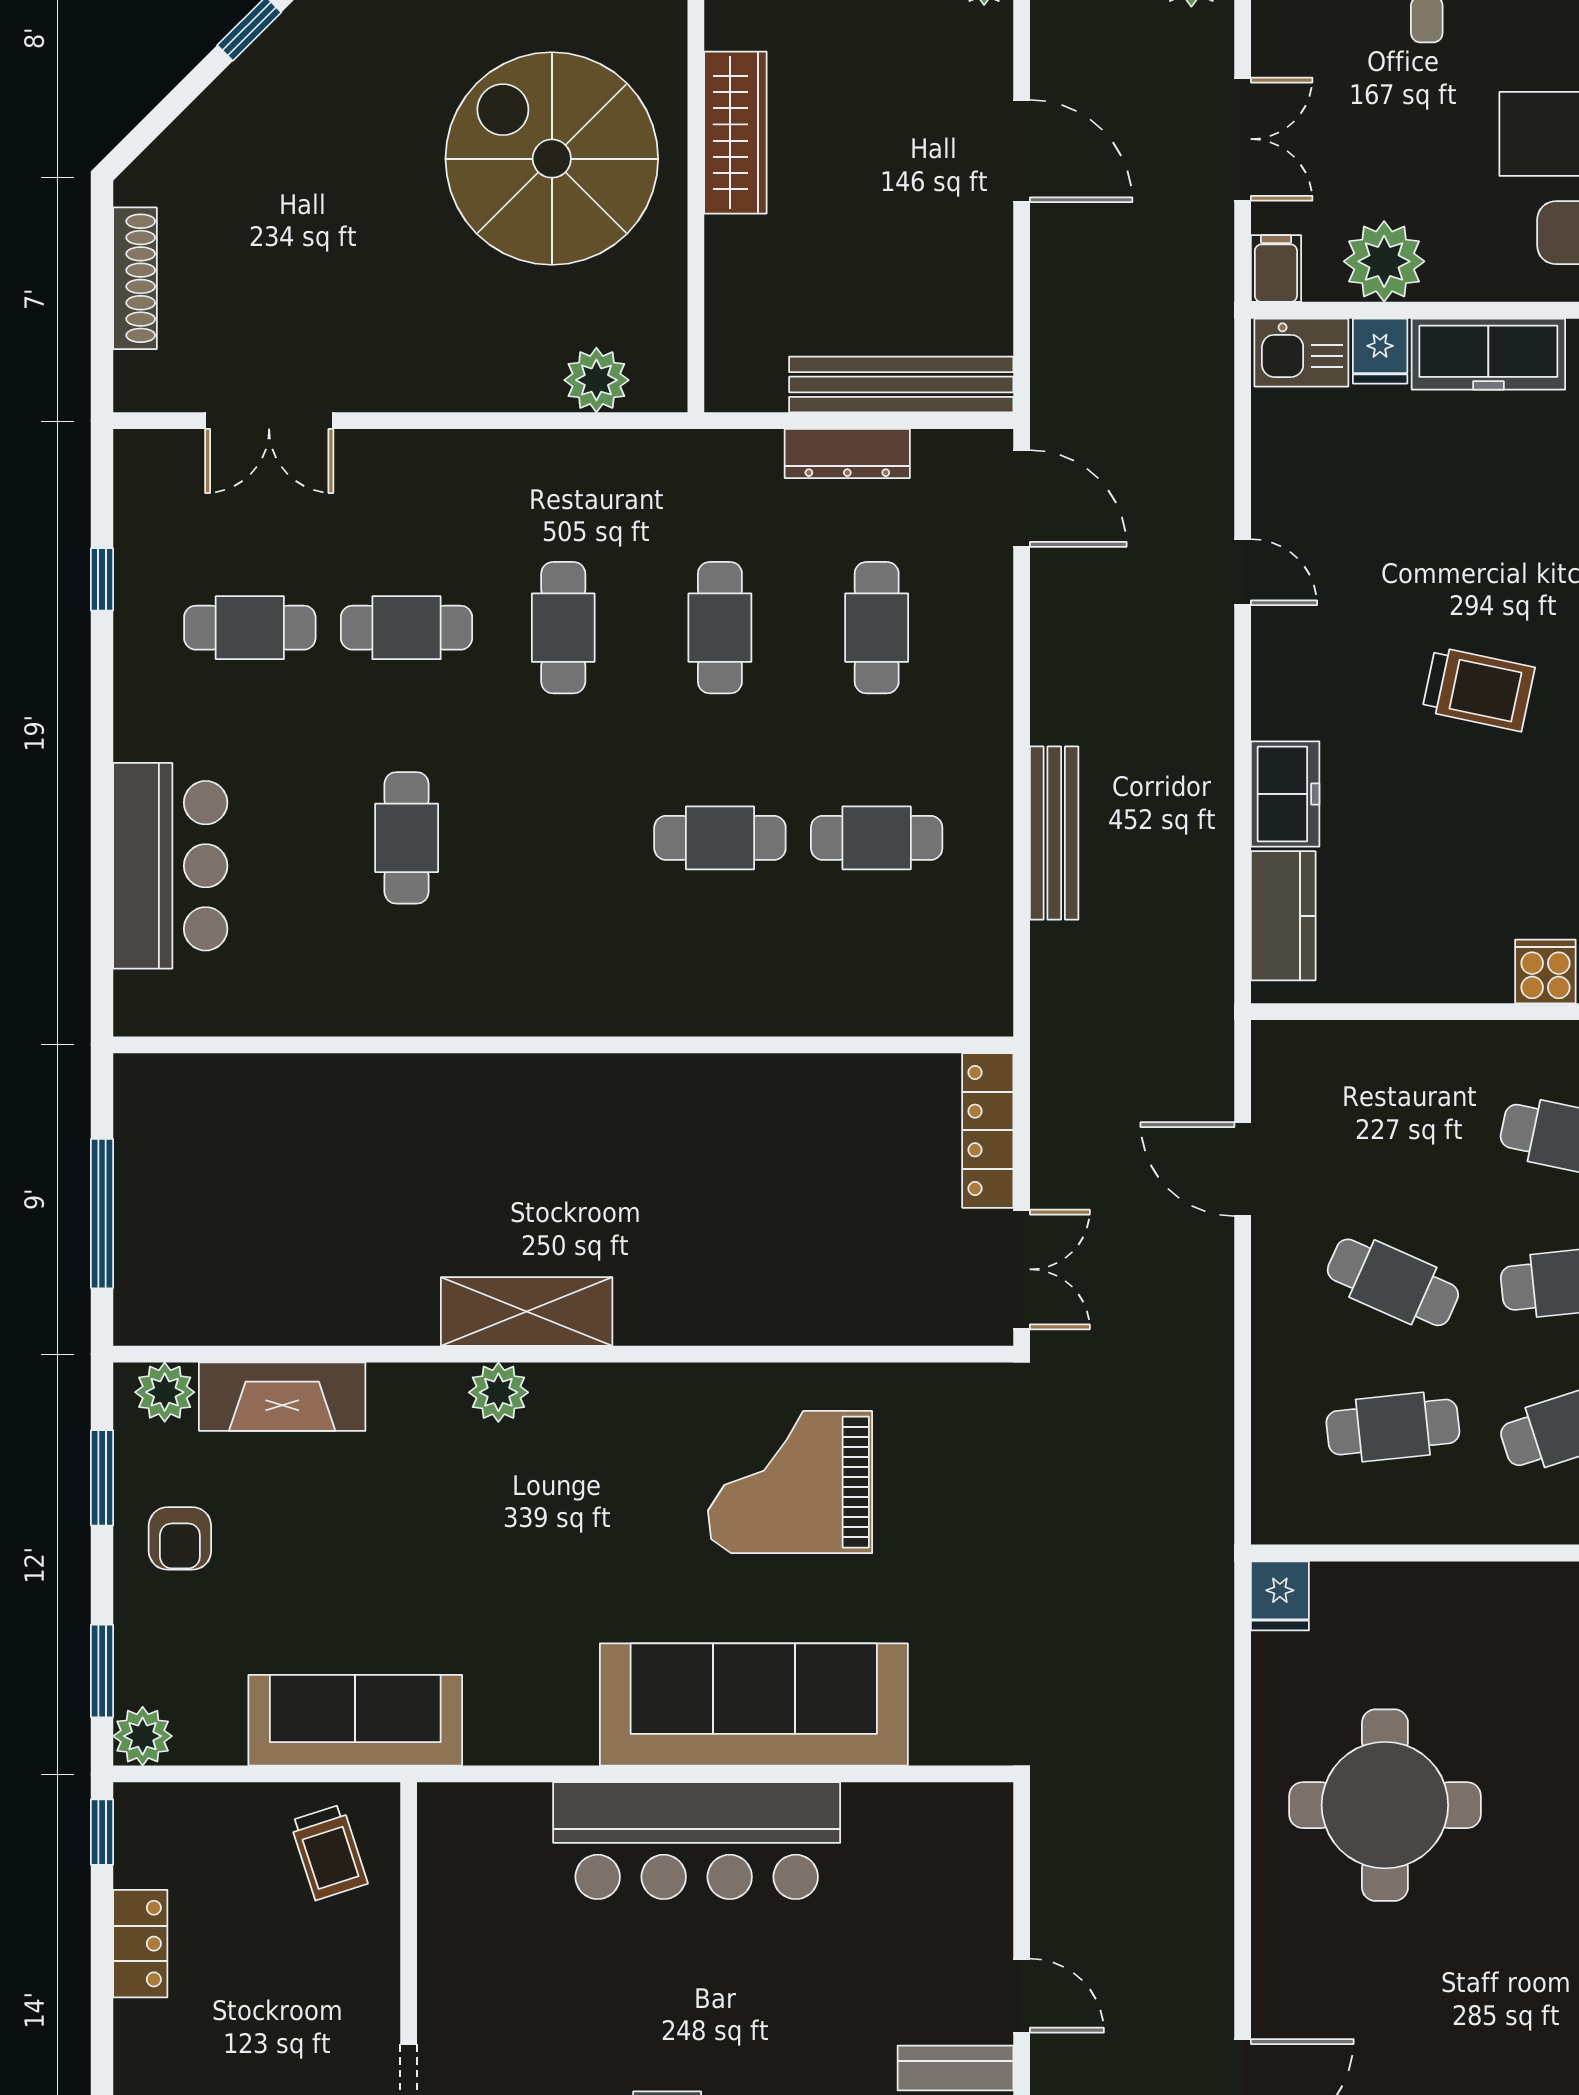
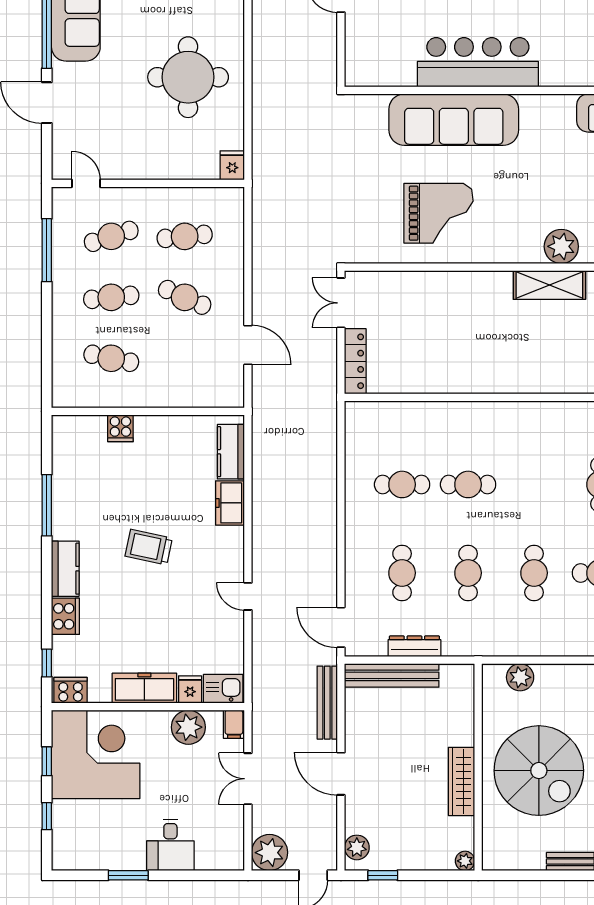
bench: (1054, 833) -> (327, 703), moved
plant: (498, 1392) -> (561, 246), width x1.36, depth x1.36

